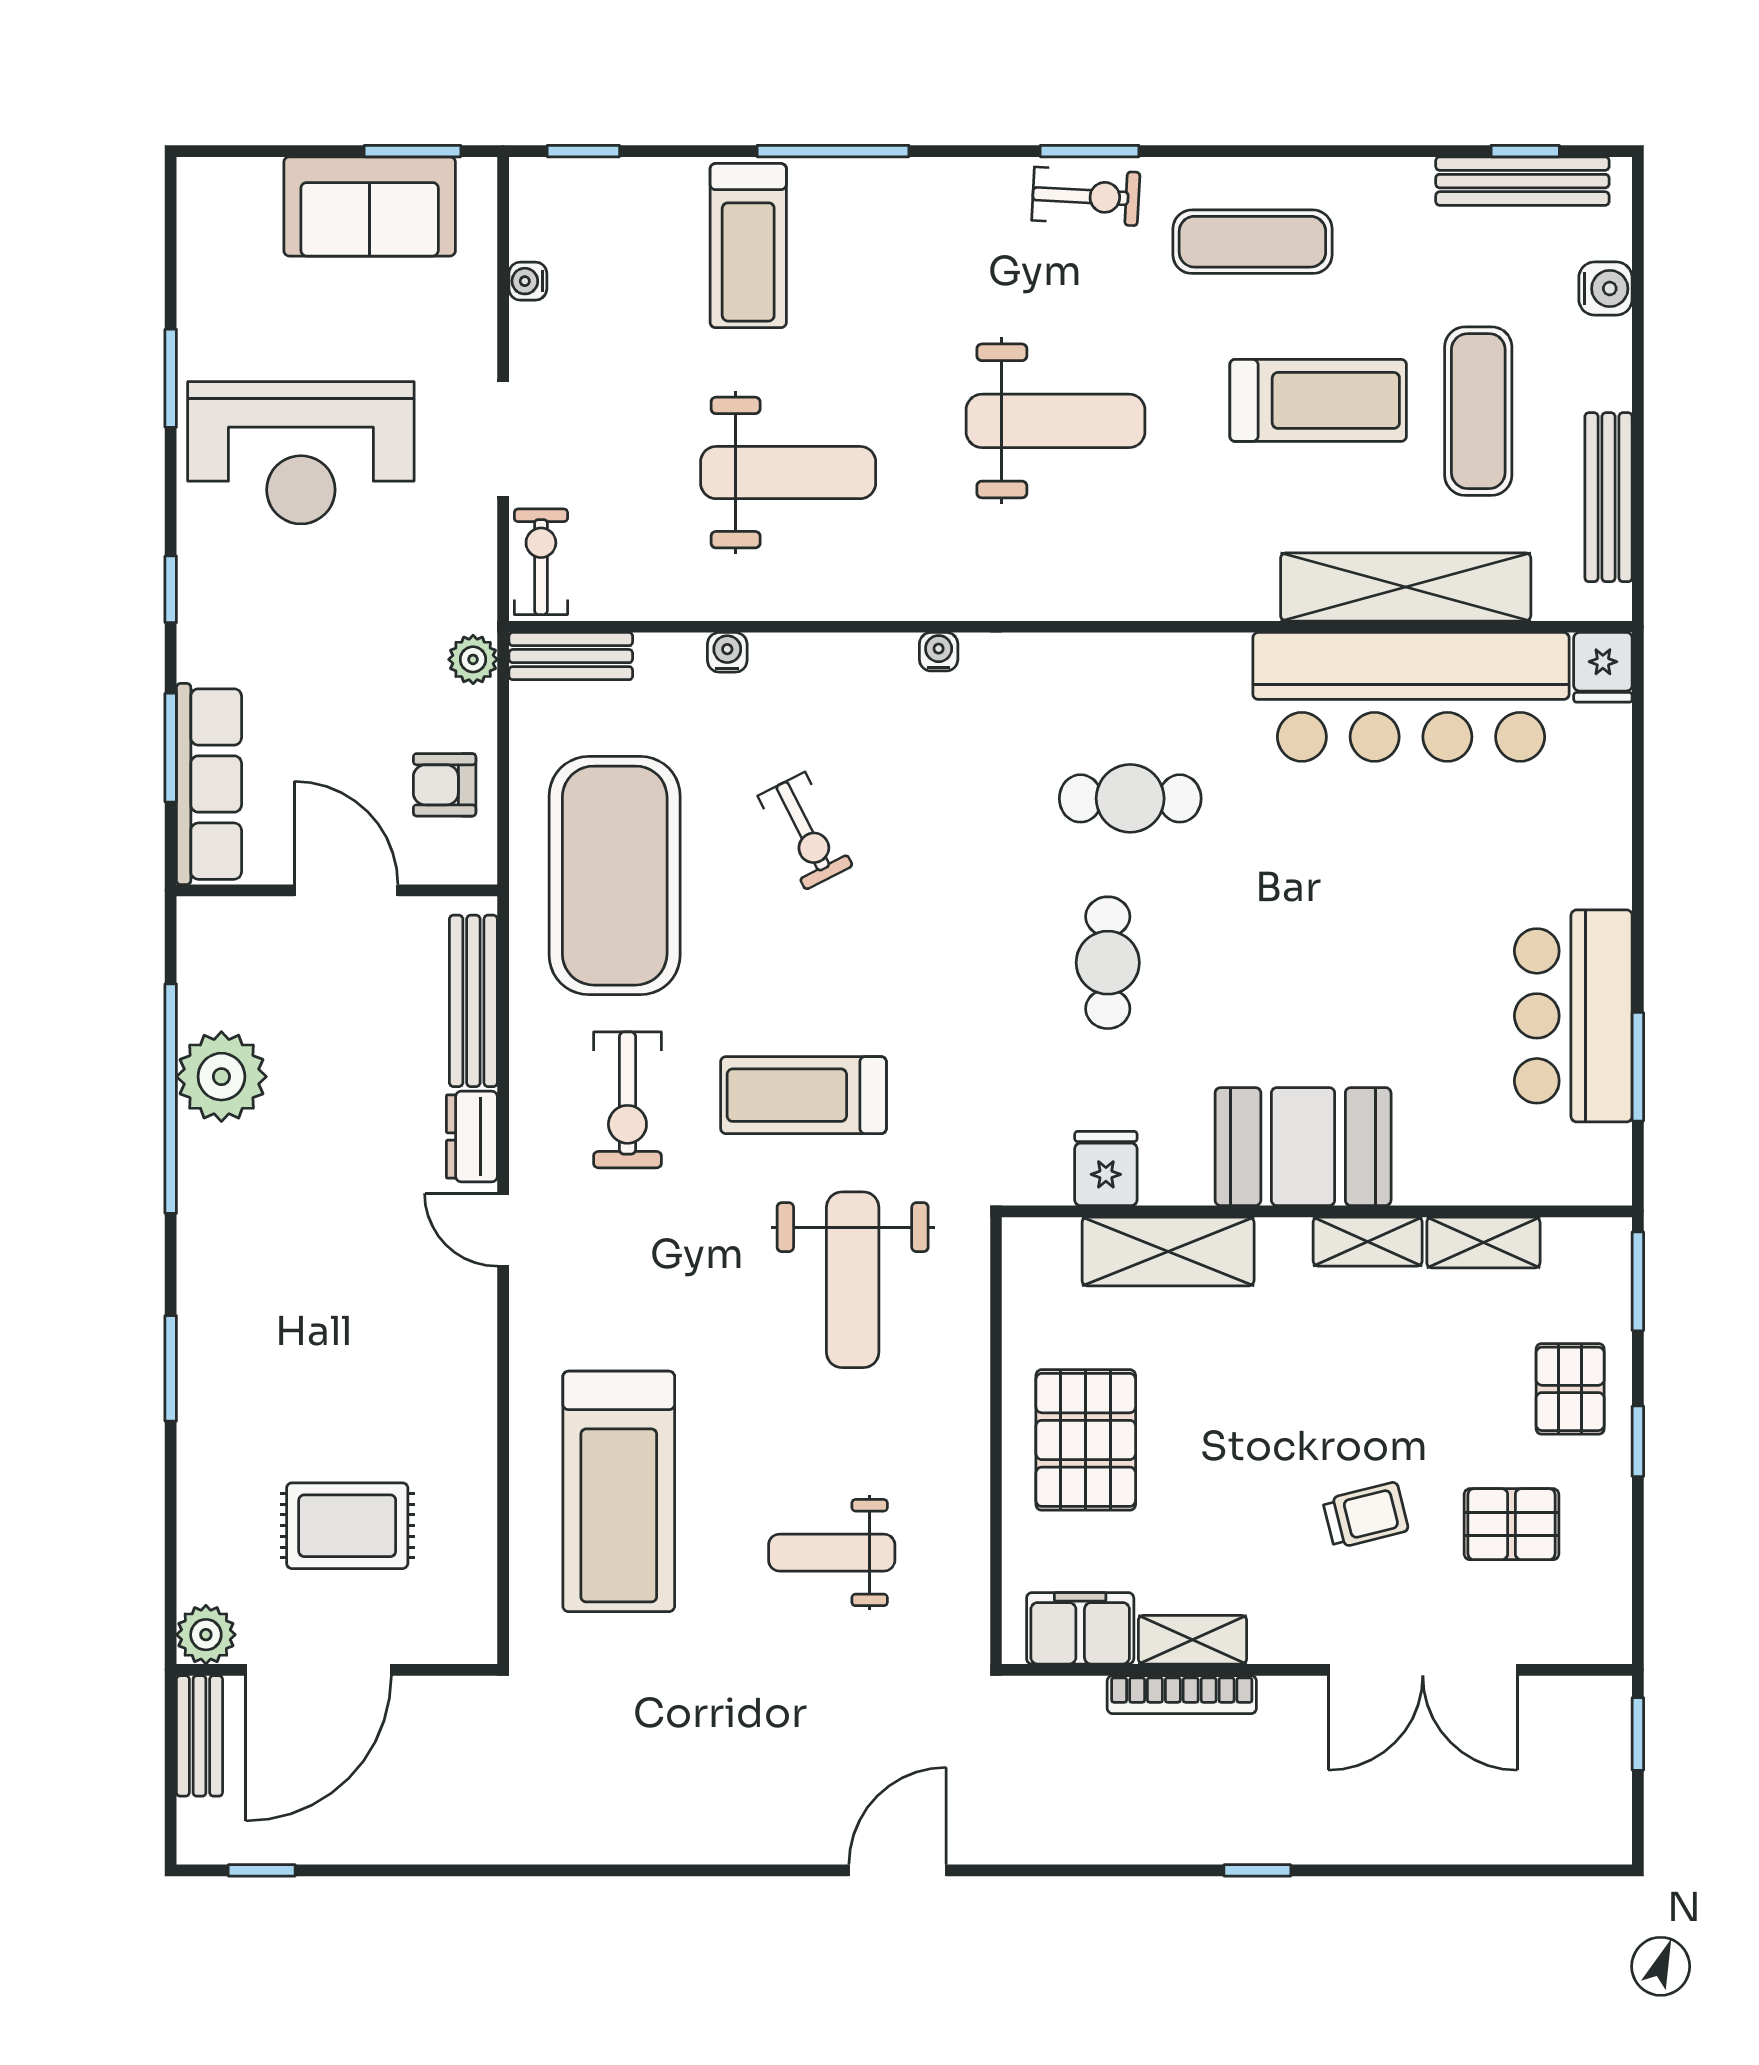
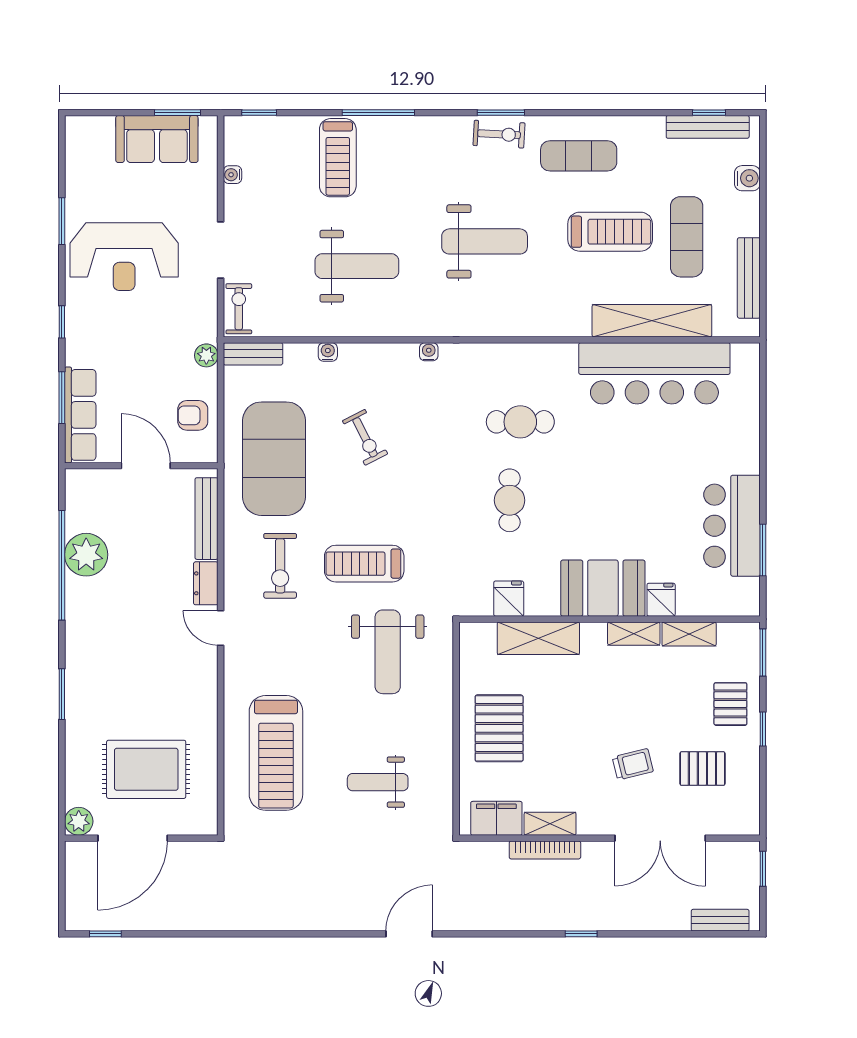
fridge: (1603, 667) -> (661, 600), moved, turned 180
rug: (347, 1526) -> (146, 769), width x1.36, depth x1.43
bench: (199, 1736) -> (720, 920), moved, turned 90

